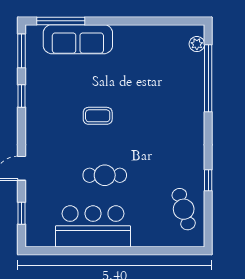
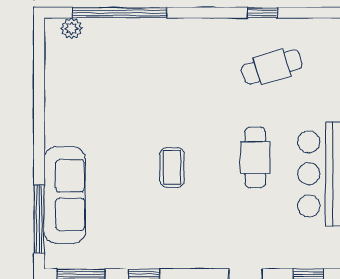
cafe table: (184, 209) -> (272, 67), moved

